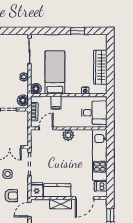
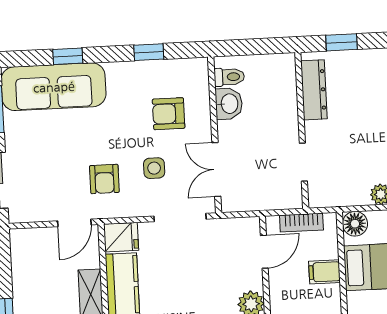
floor lamp: (23, 100) -> (326, 195), removed
door: (46, 128) -> (264, 252), hinge flipped
door: (29, 210) -> (74, 223), swing flipped

